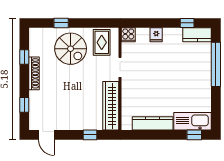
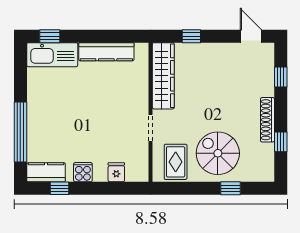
cooker: (128, 35) -> (83, 172), moved
fridge: (156, 35) -> (116, 172), moved

